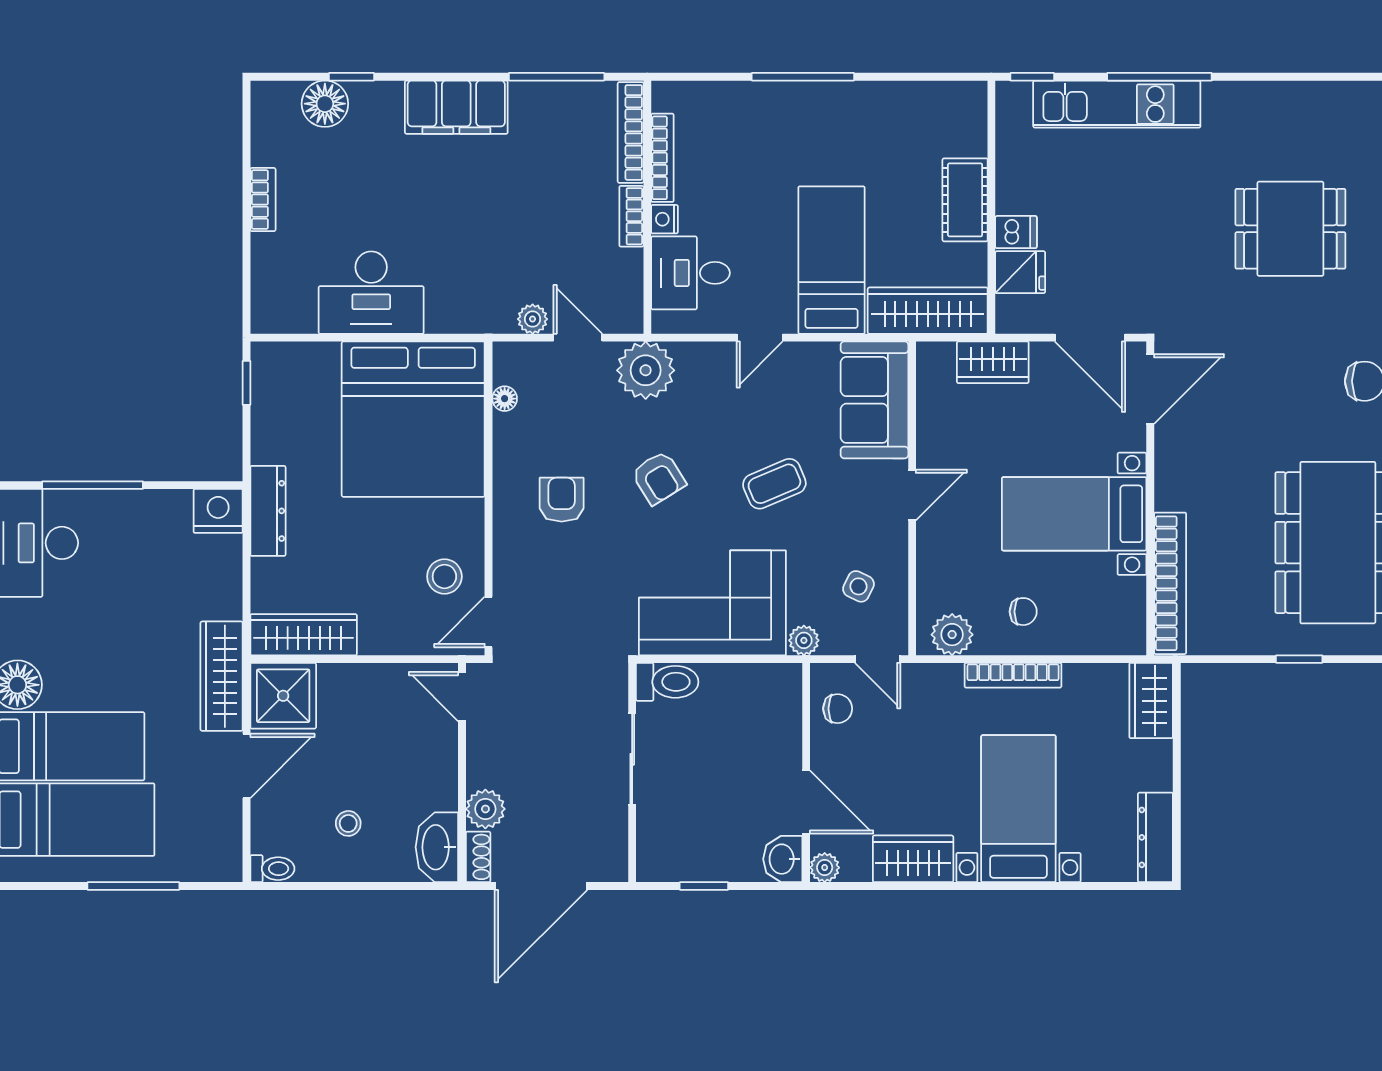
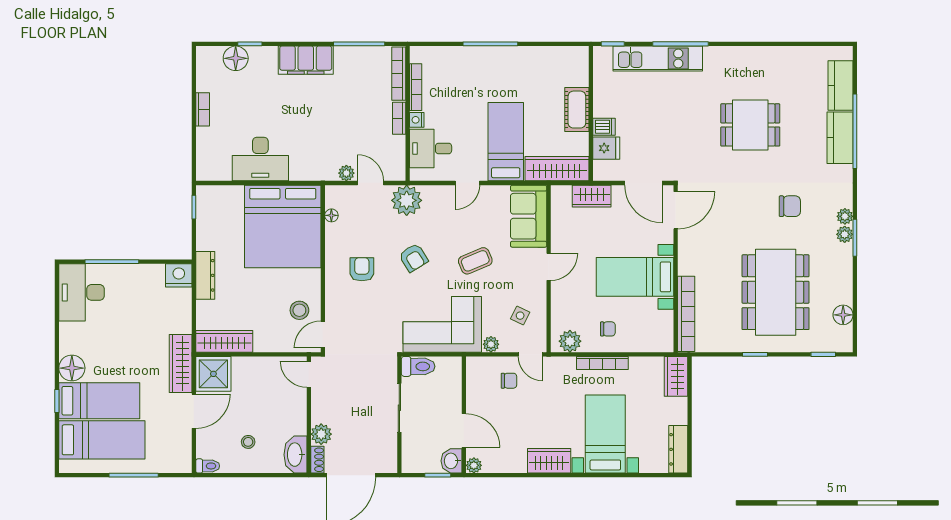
wall: (806, 773) -> (464, 415), moved
door: (806, 802) -> (464, 430), moved
washbasin: (783, 859) -> (452, 461), moved
plant: (825, 868) -> (474, 465), moved

